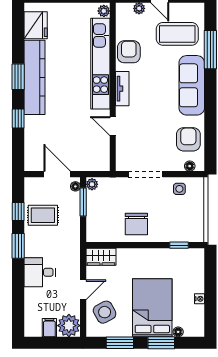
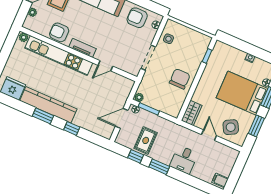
chair: (136, 224) -> (180, 79), turned -90
plant: (69, 326) -> (229, 156), removed
filing cabinet: (49, 328) -> (220, 180), moved

